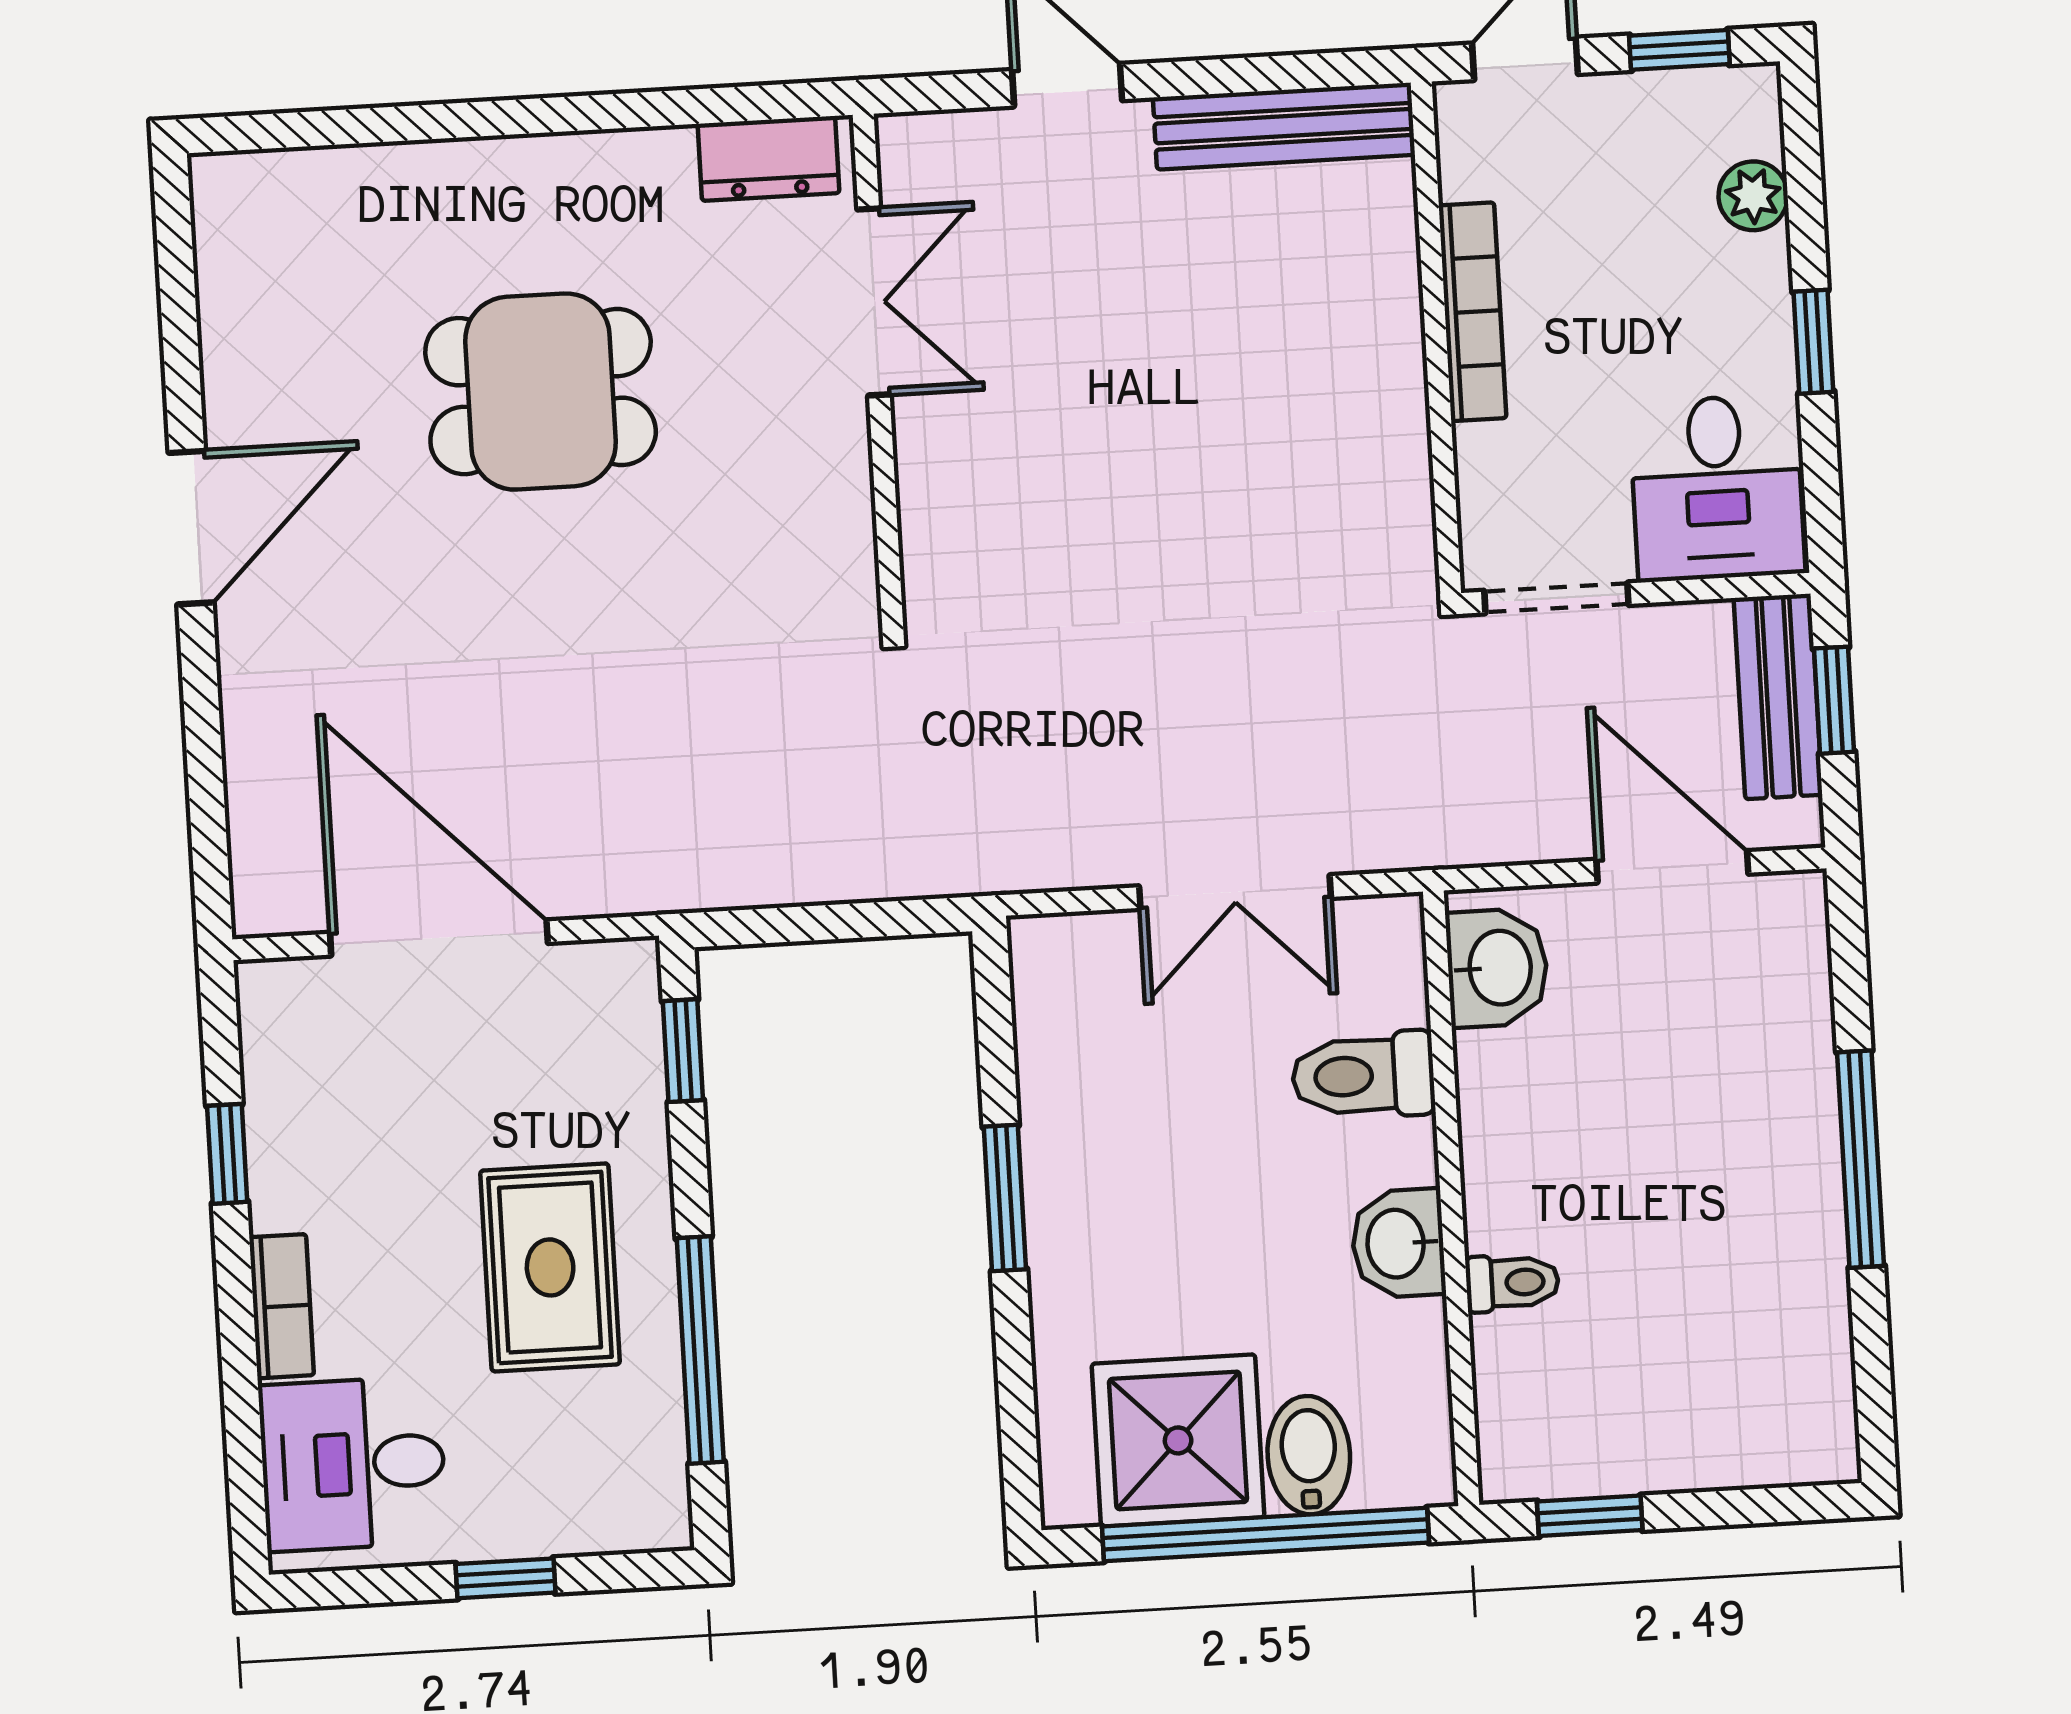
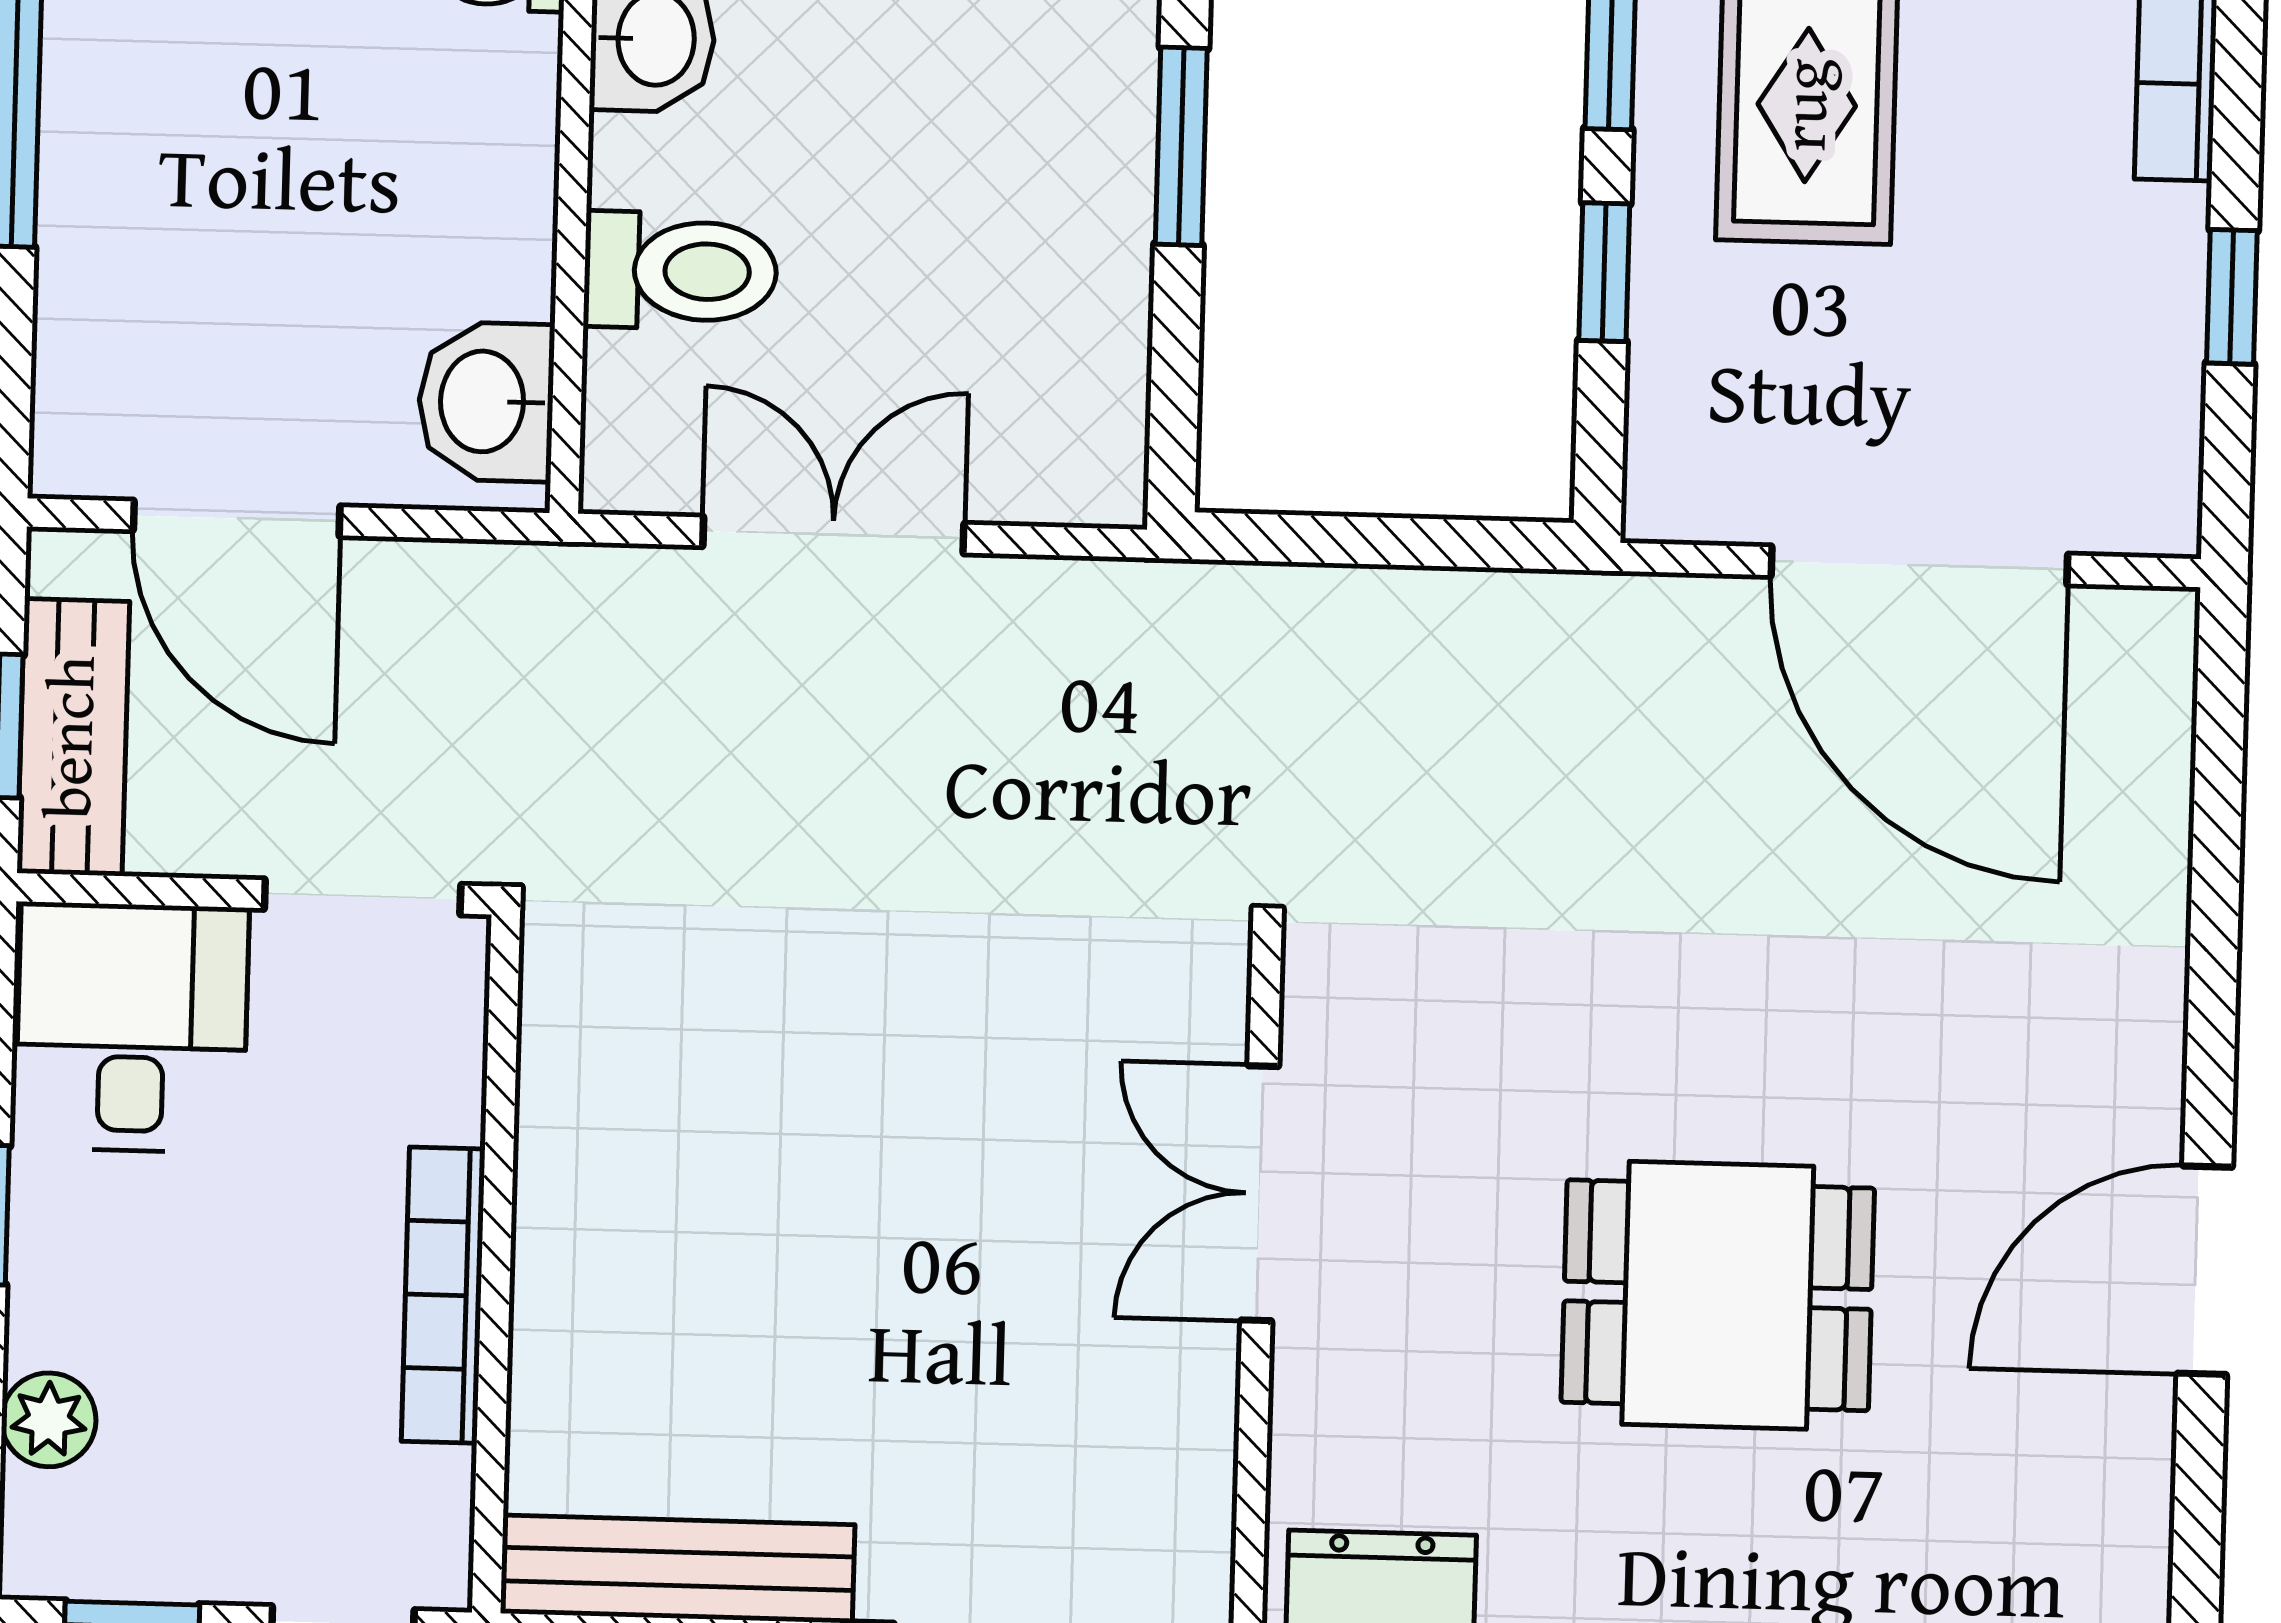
double door: (874, 302) -> (1260, 1193), moved
door: (191, 528) -> (2205, 1270), moved
window: (683, 1051) -> (1604, 272), moved

